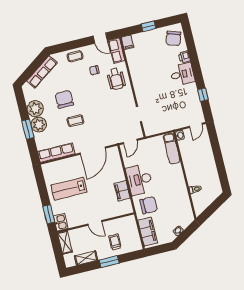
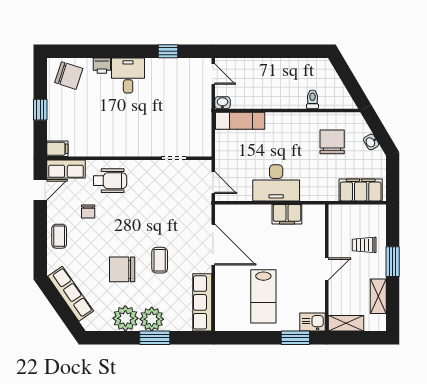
chair: (149, 205) -> (332, 142), moved

